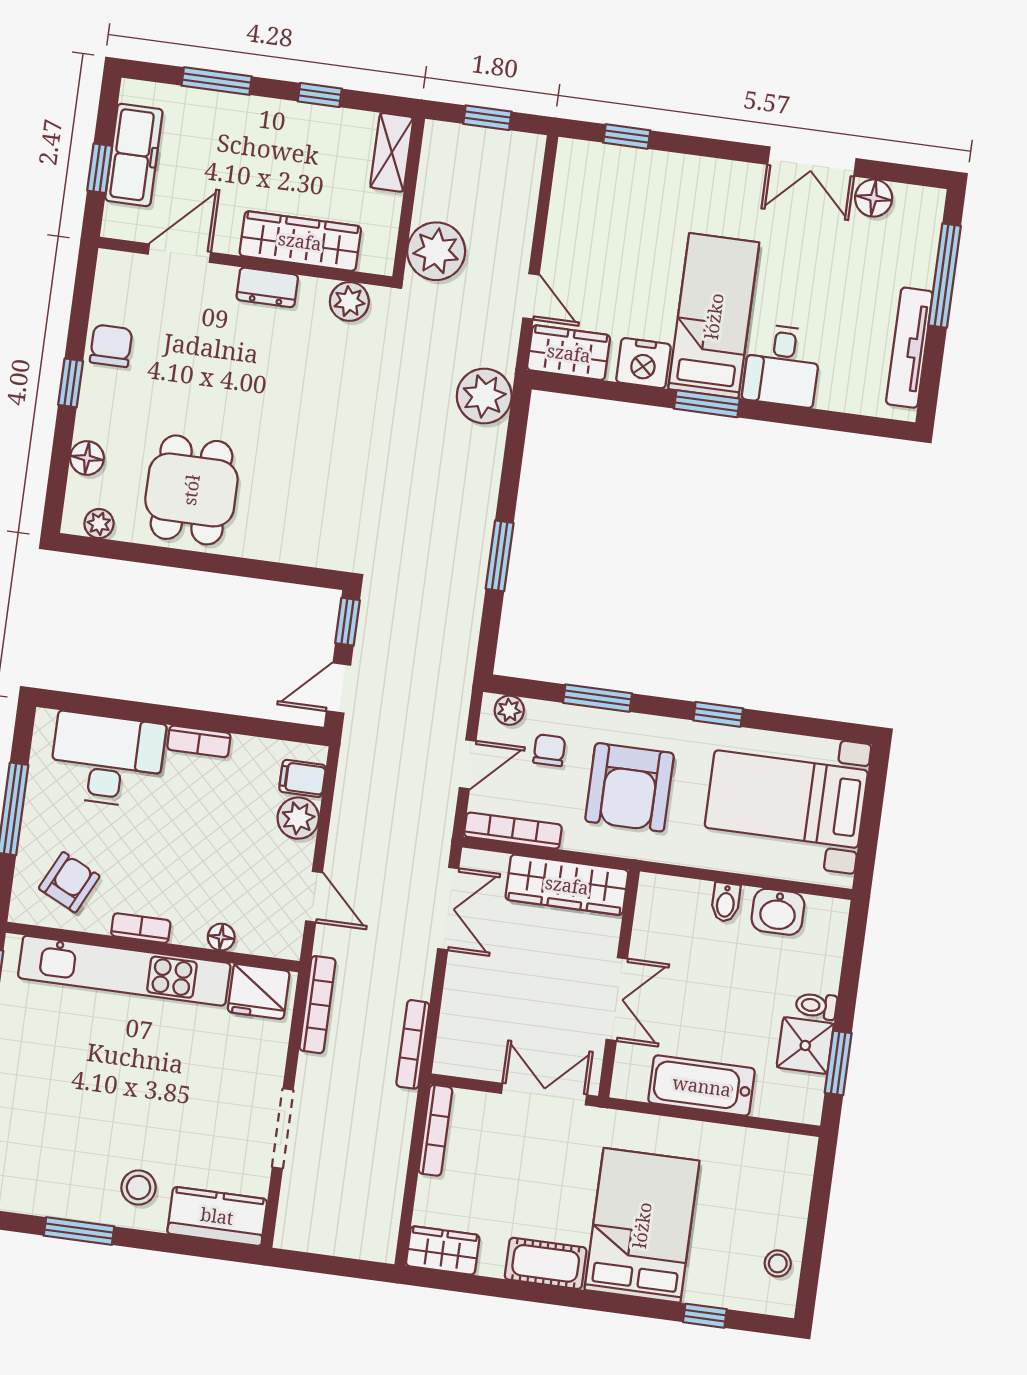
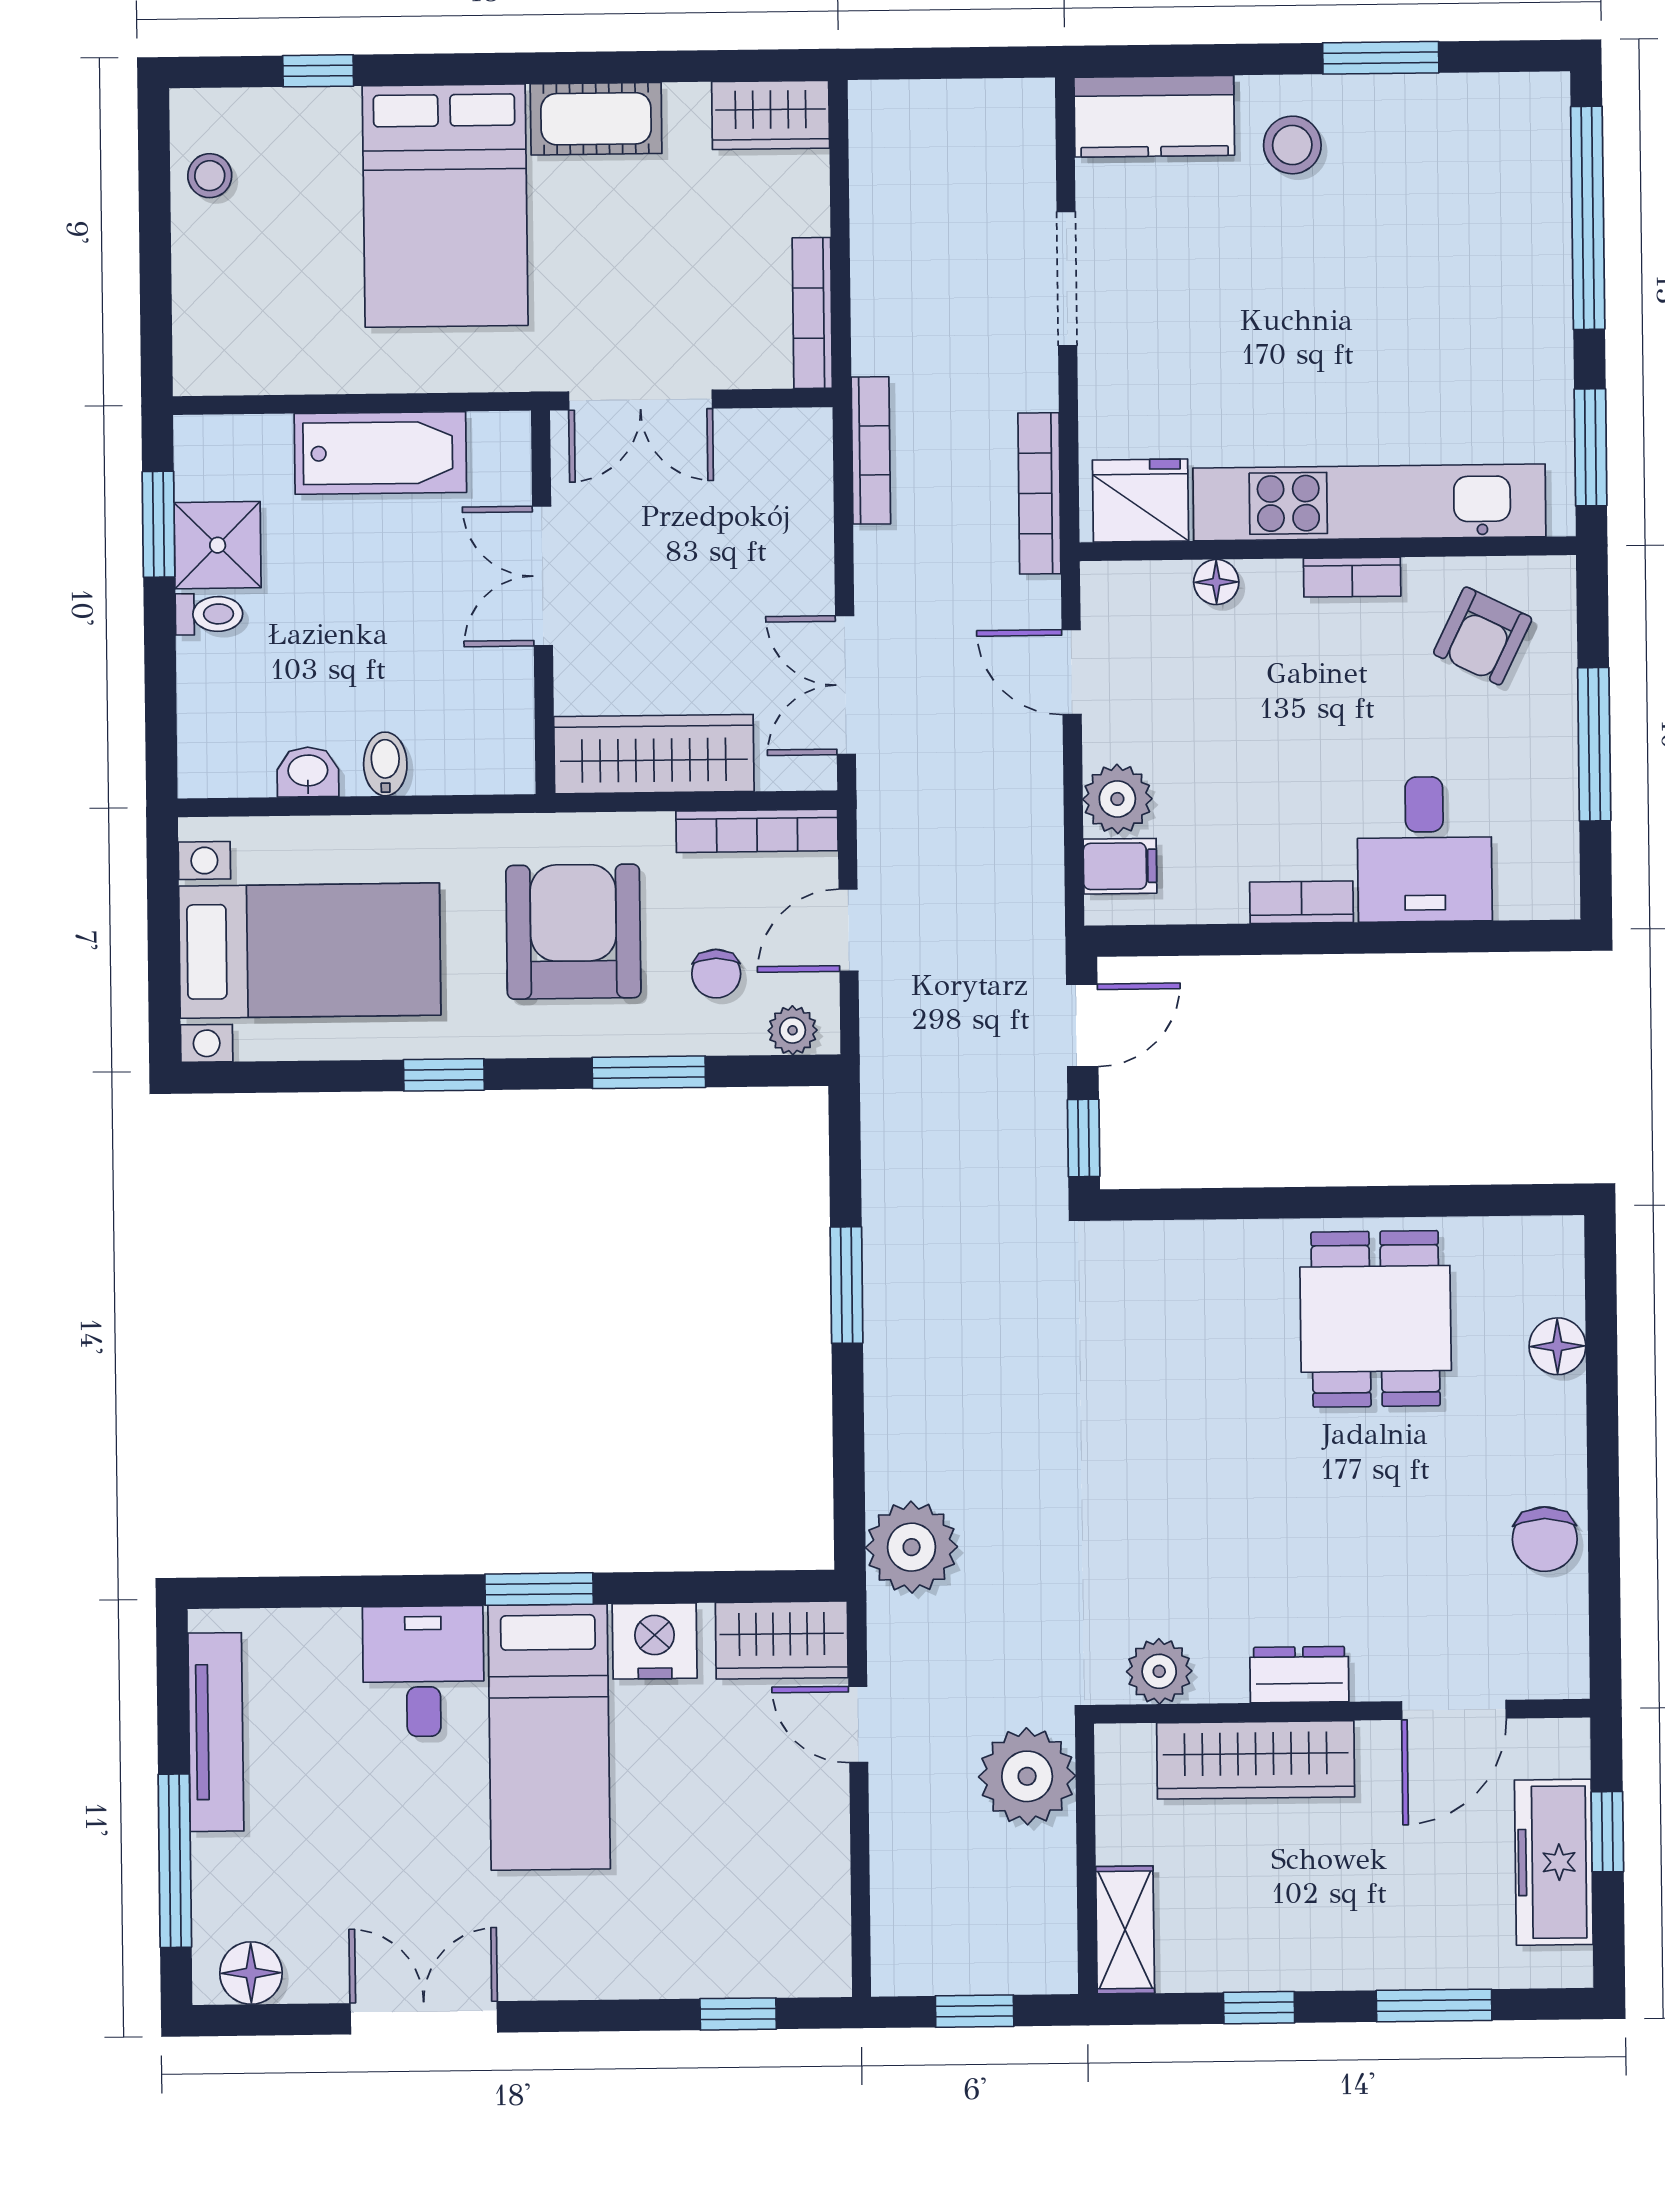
floor lamp: (874, 198) -> (251, 1973), moved
window: (71, 383) -> (1603, 1467), removed
plant: (99, 524) -> (1521, 1240), removed
desk: (107, 760) -> (1425, 849), width x0.73
washbasin: (778, 912) -> (308, 772), width x0.72, depth x0.69

